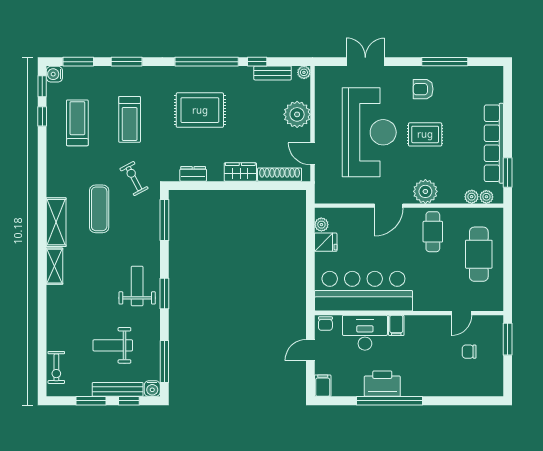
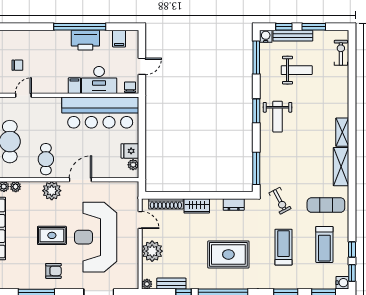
exercise mat: (99, 209) -> (326, 205), moved, turned 90
filing cabinet: (323, 386) -> (119, 39), moved

